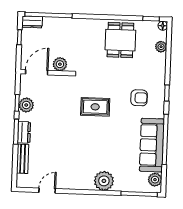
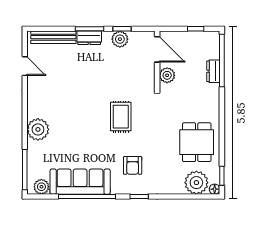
dresser: (32, 22) -> (213, 71), moved
dining table: (120, 40) -> (197, 142), turned 90
plant: (161, 47) -> (196, 183), width x1.88, depth x1.88
bench: (23, 159) -> (53, 37), width x1.36

